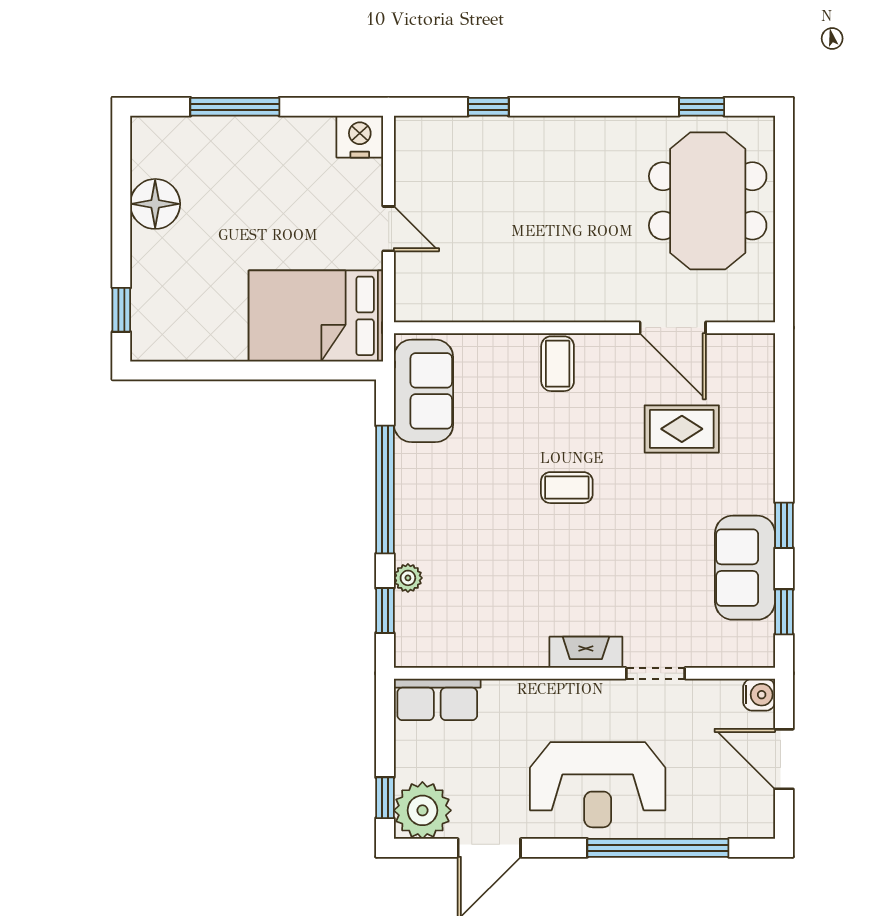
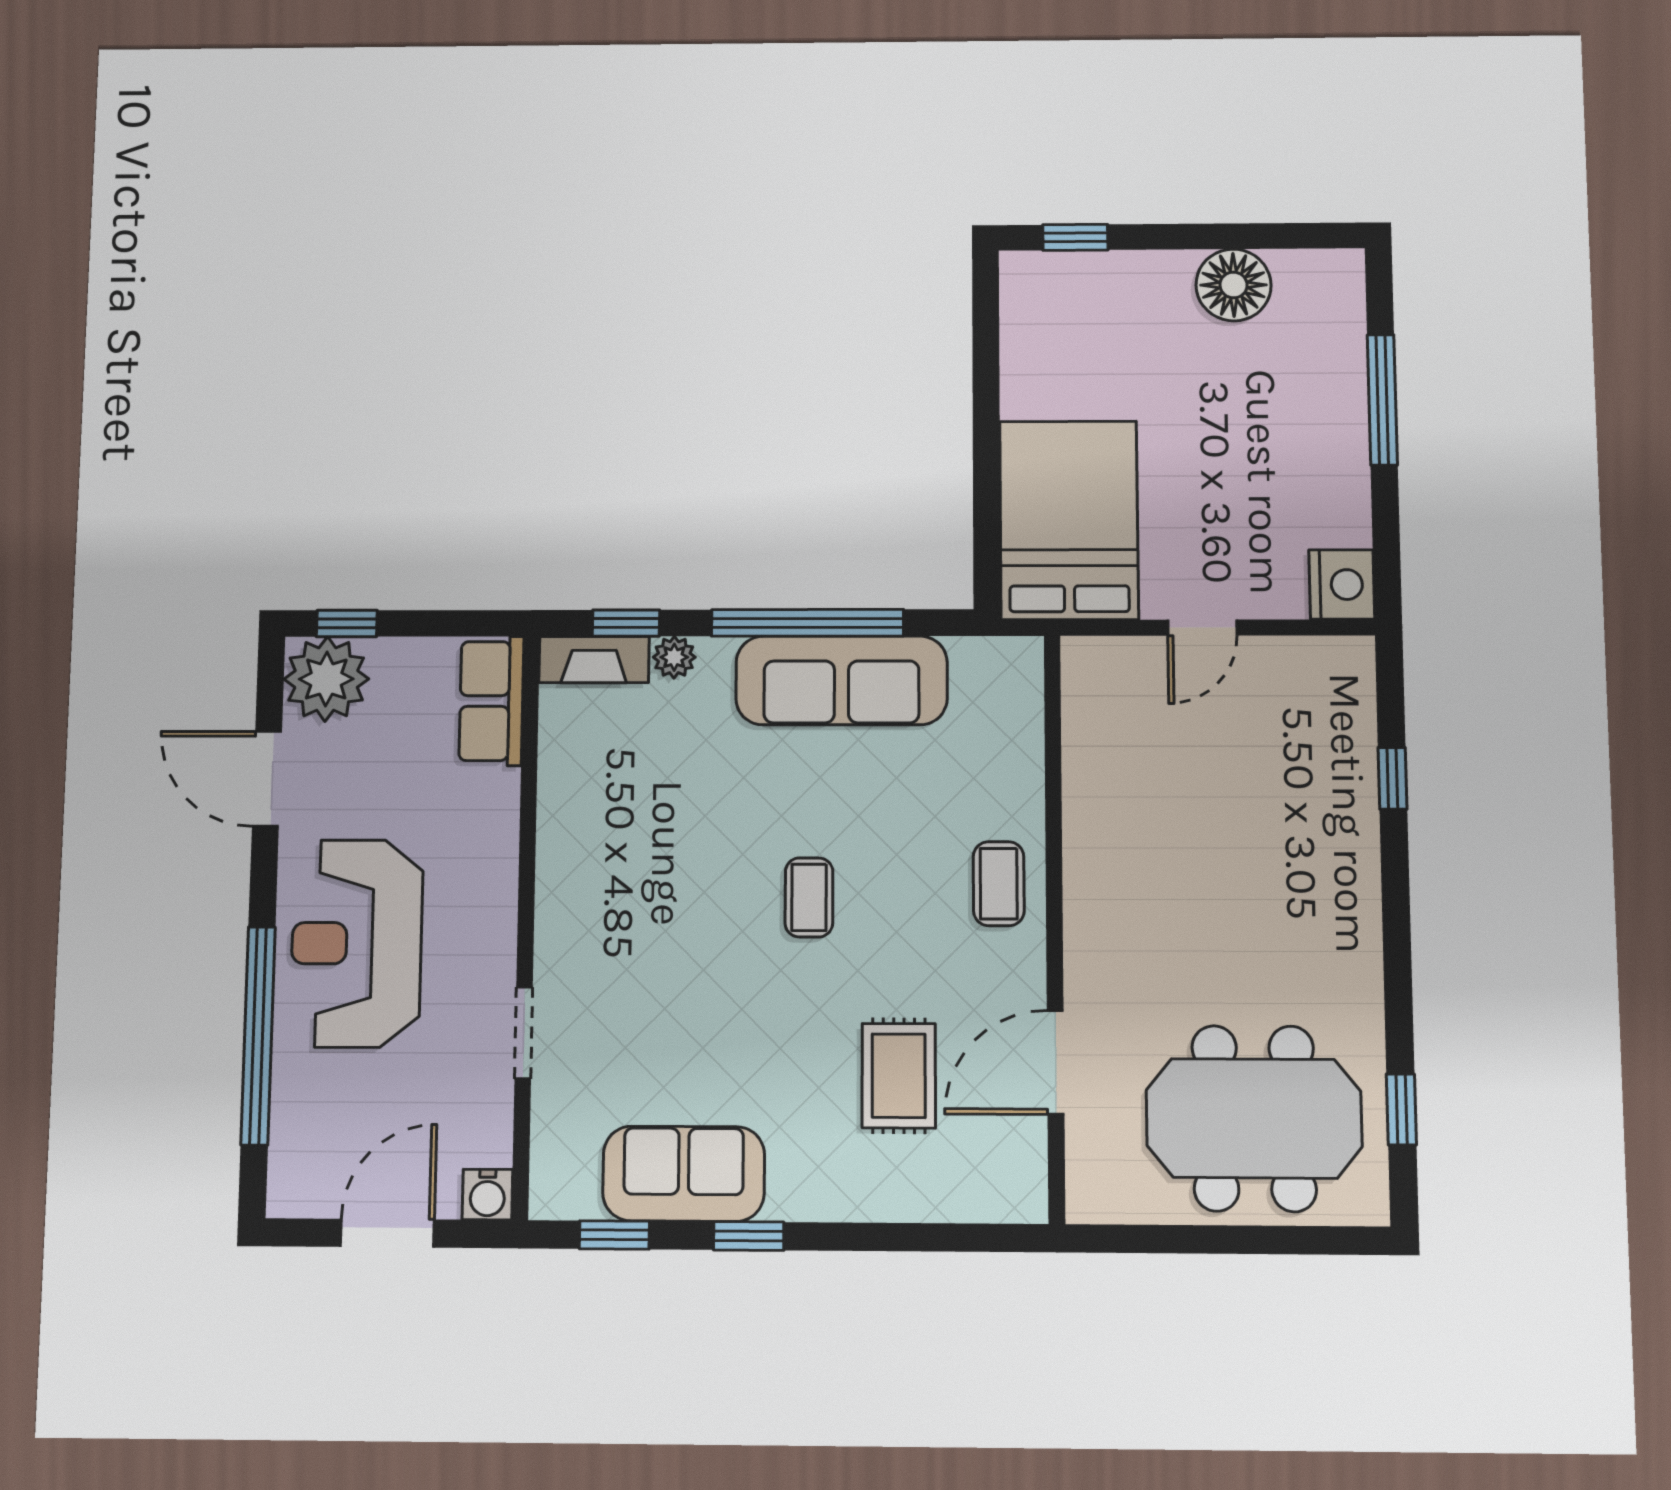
coffee table: (558, 364) -> (999, 884), turned 90
sofa: (424, 391) -> (841, 680), moved, width x1.36
fireplace: (586, 652) -> (594, 660), moved, turned 90

